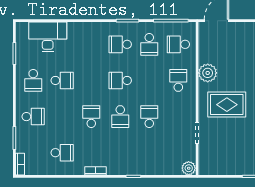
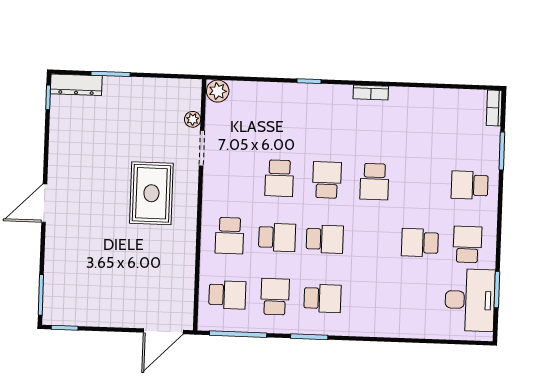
desk: (48, 37) -> (470, 300), moved, turned -90
plant: (208, 73) -> (193, 119), moved, width x0.53, depth x0.53
rug: (227, 105) -> (151, 193), turned 90
school desk: (62, 153) -> (277, 237), moved, turned 180

